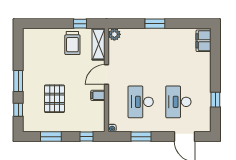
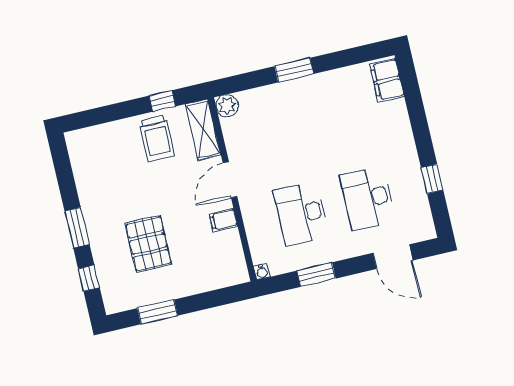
window: (87, 137) -> (220, 297), removed

